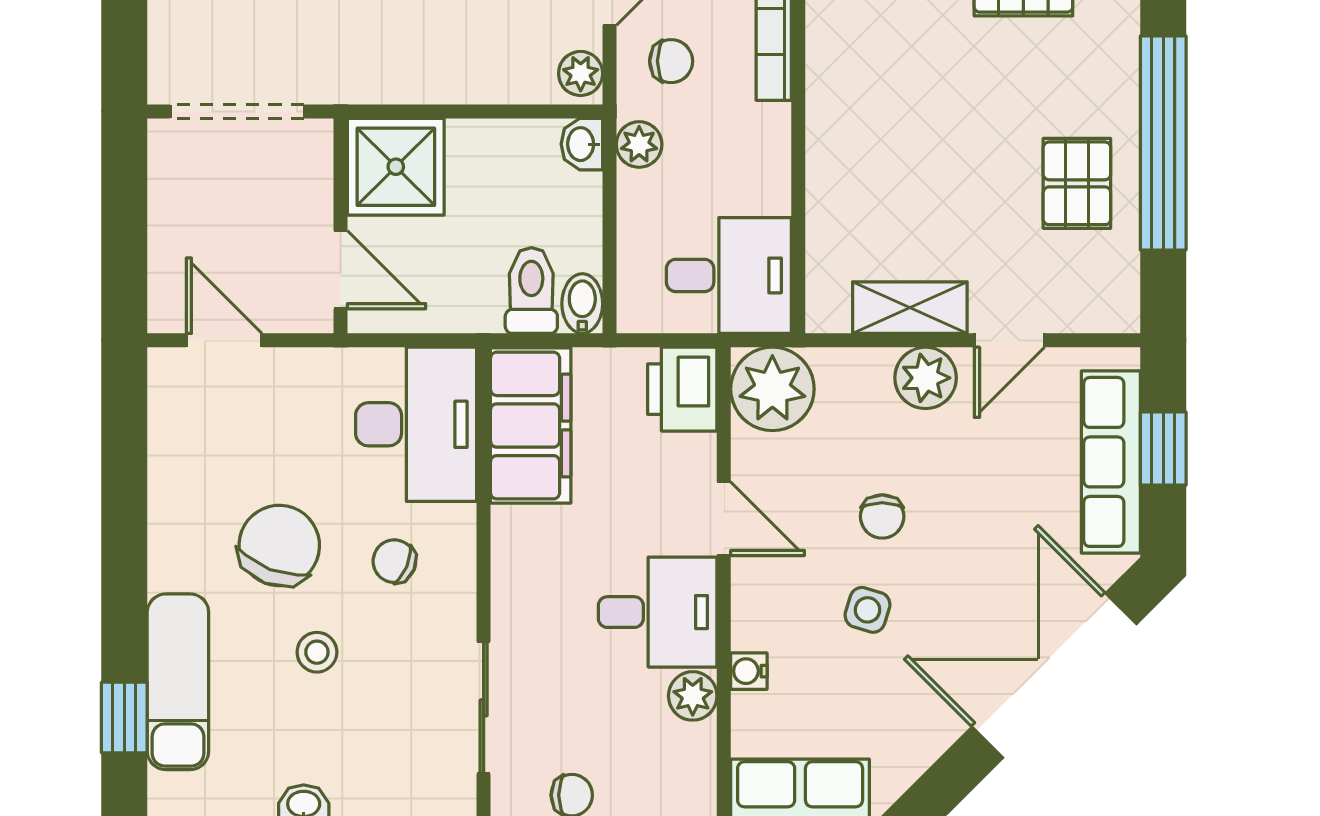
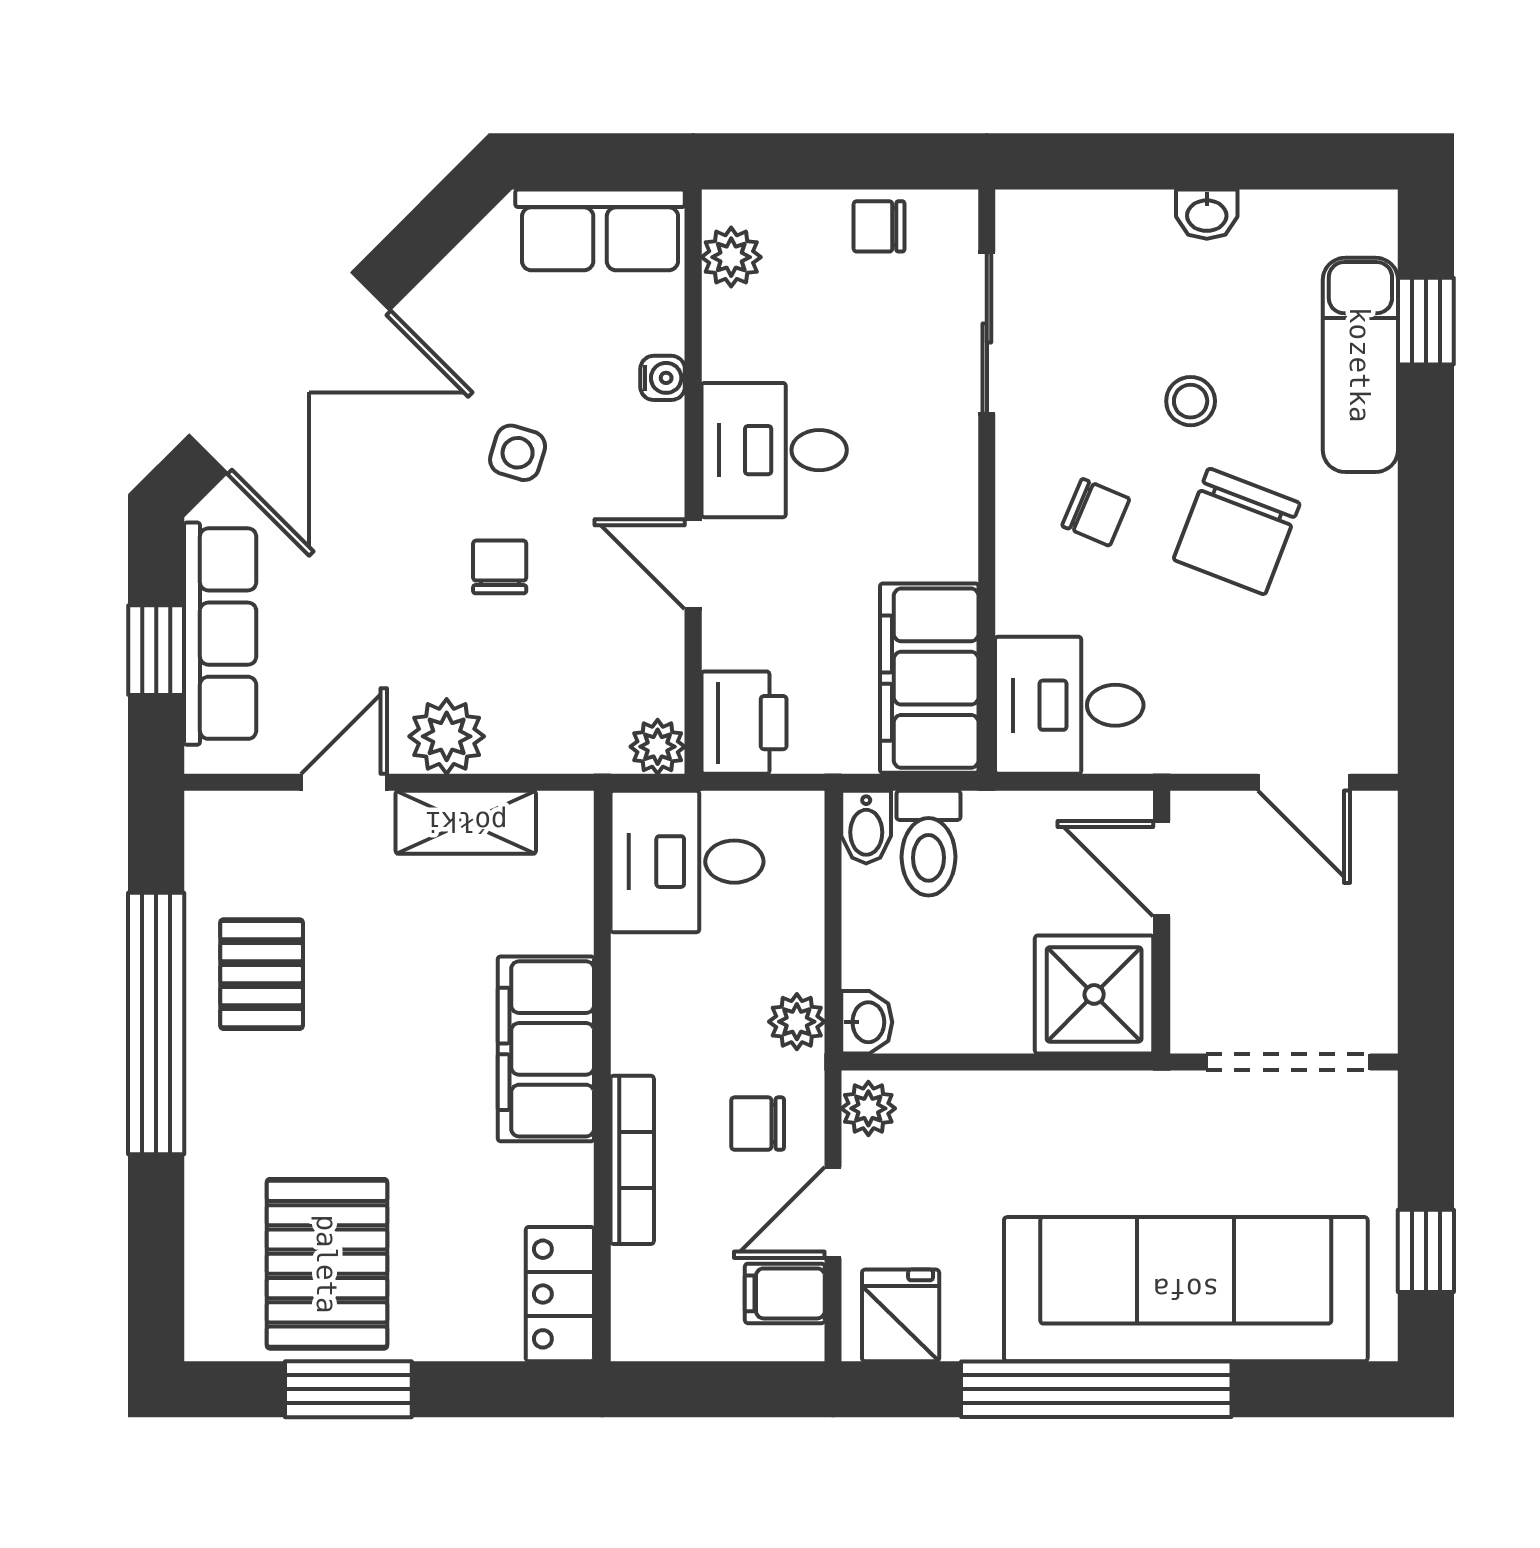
filing cabinet: (844, 122) -> (546, 1049), added
plant: (772, 389) -> (658, 747), width x0.53, depth x0.53
desk: (416, 424) -> (1069, 705), width x0.73
plant: (693, 696) -> (731, 257), moved

